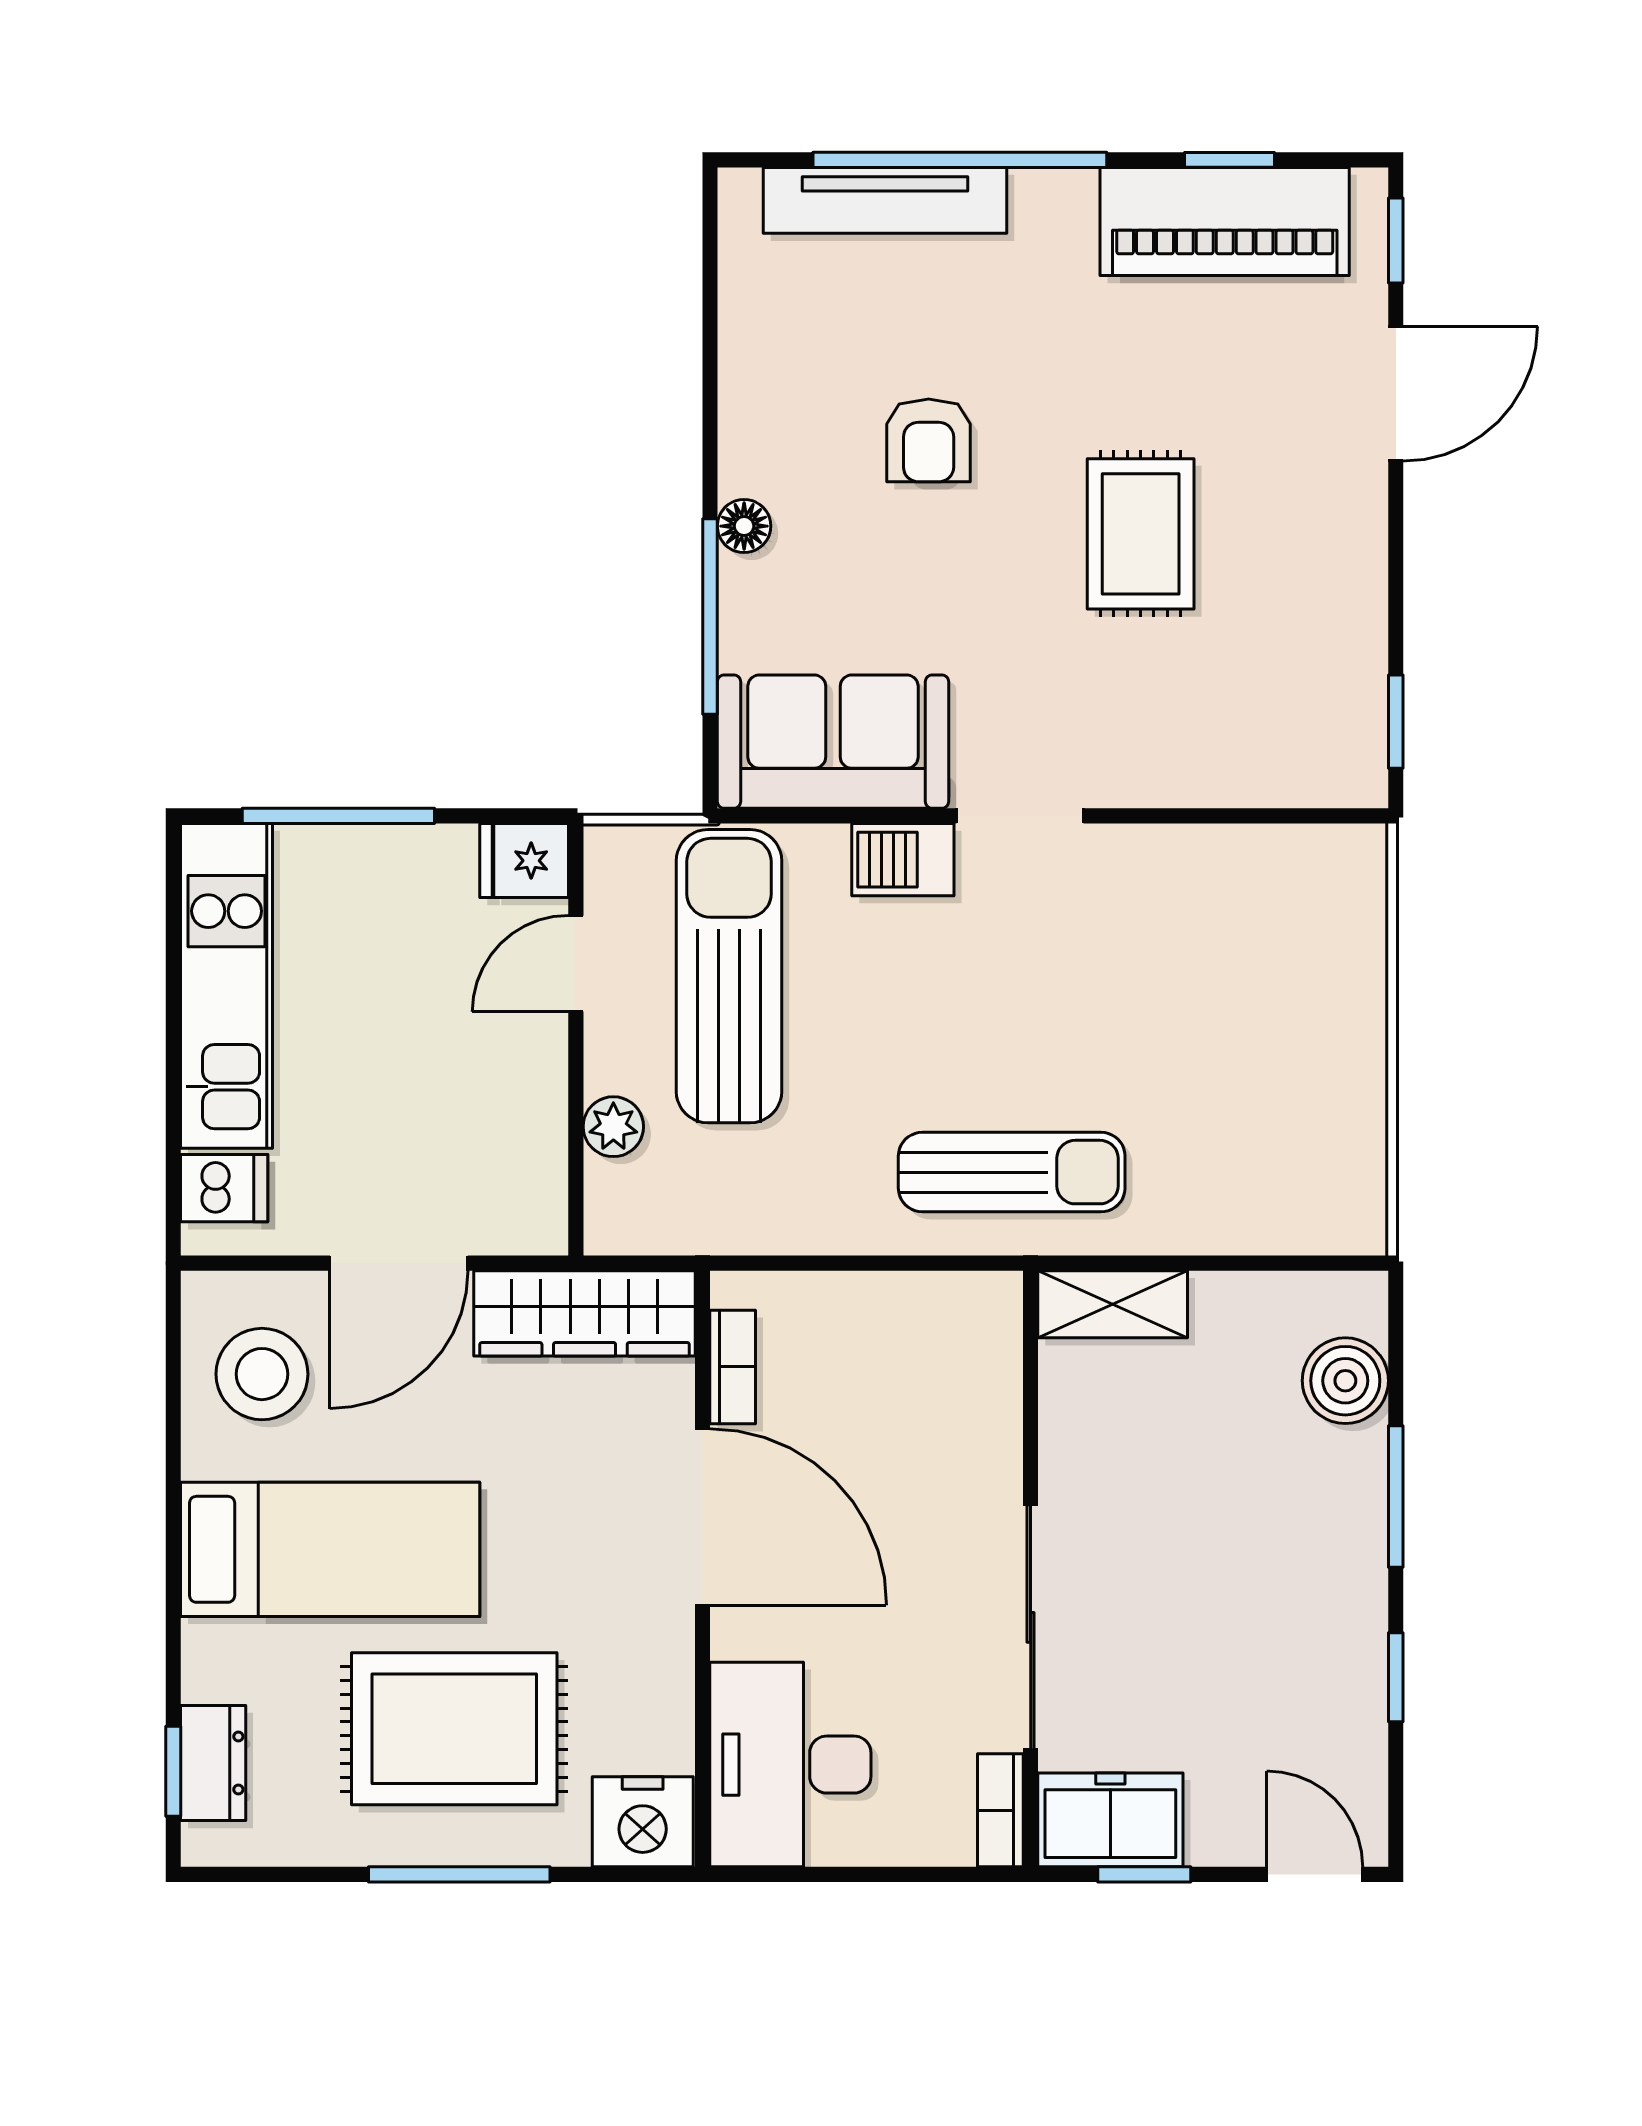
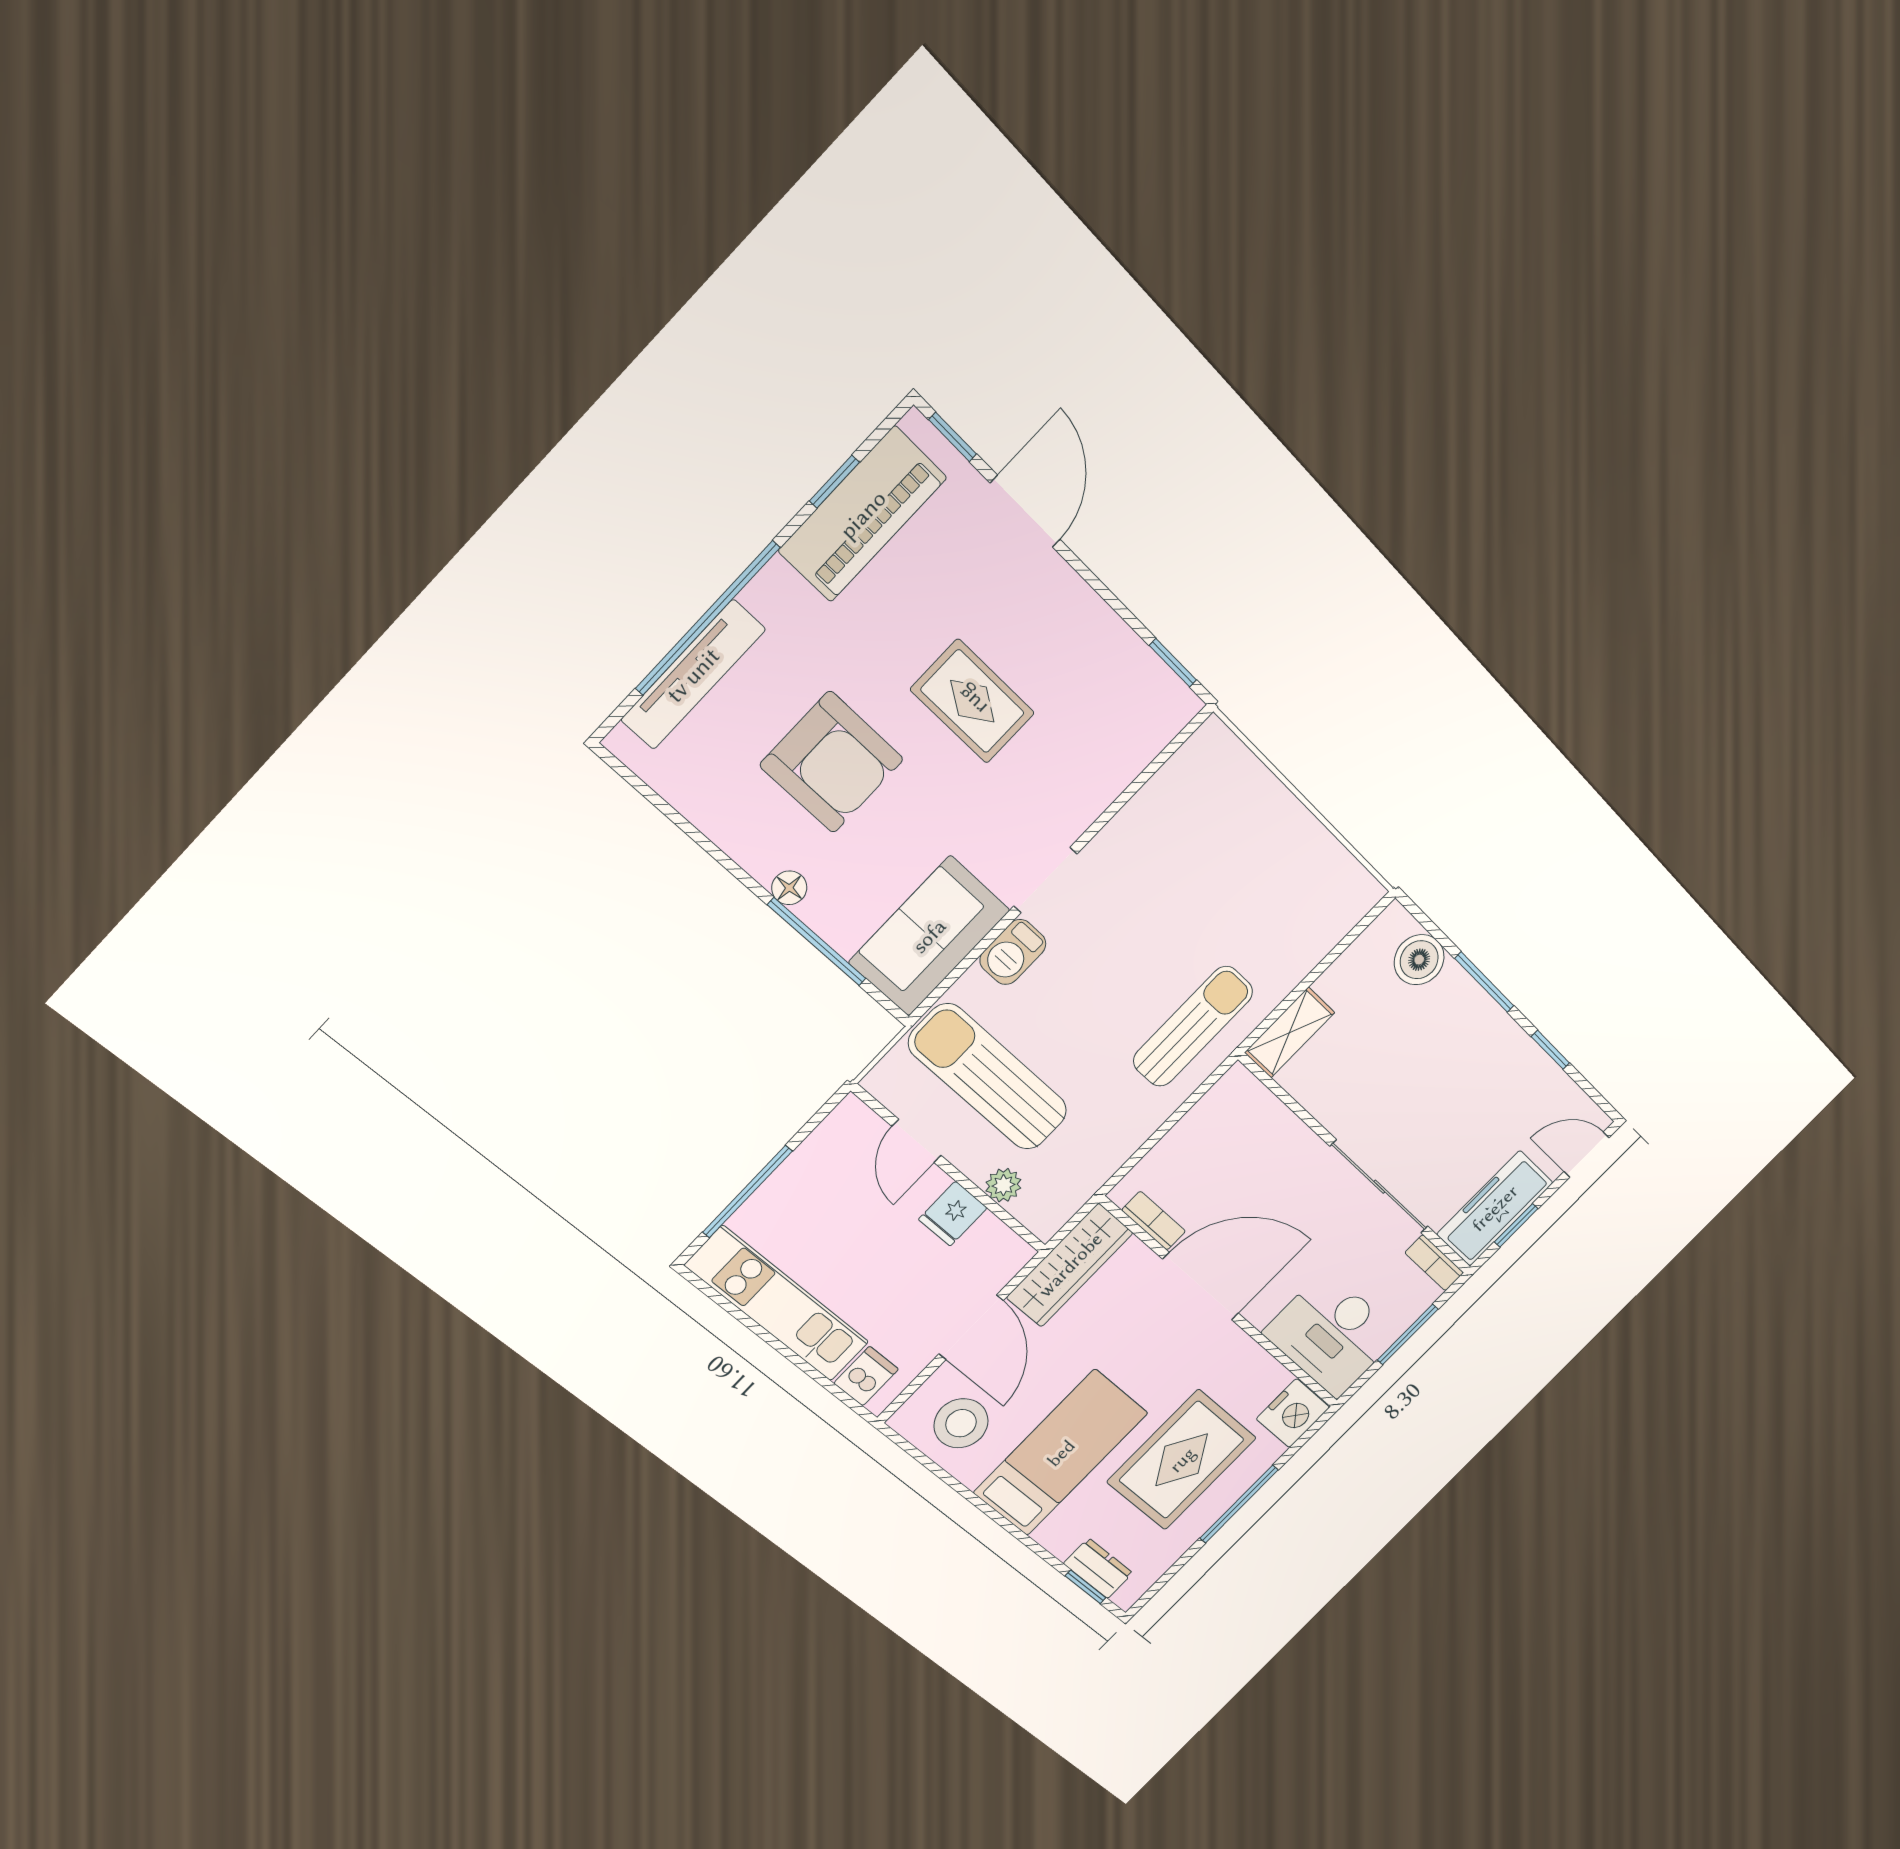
armchair: (929, 440) -> (832, 762), width x1.88, depth x1.88
fridge: (524, 861) -> (953, 1214), moved
freezer: (1110, 1820) -> (1495, 1208), width x1.40
window: (878, 1874) -> (1408, 1334), added

